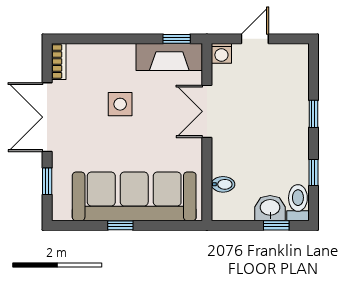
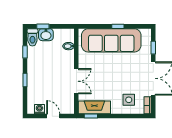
door: (255, 39) -> (53, 116), swing flipped
washing machine: (221, 53) -> (39, 109), moved
side table: (120, 104) -> (129, 100), moved

